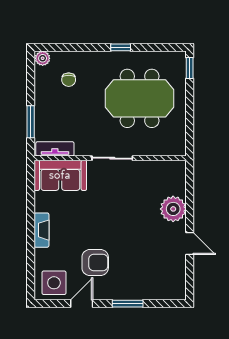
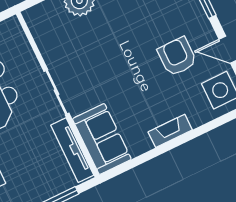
tv unit: (55, 149) -> (72, 150), width x1.41

